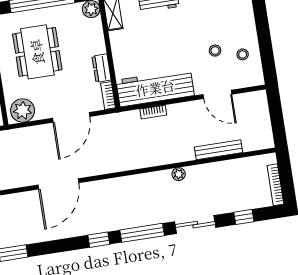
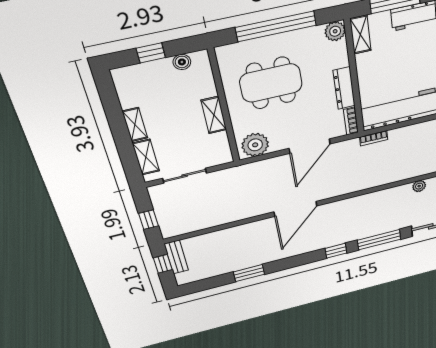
dining table: (37, 52) -> (271, 83), turned 90
dresser: (102, 68) -> (344, 88), width x1.44
bookcase: (153, 112) -> (374, 138), moved

